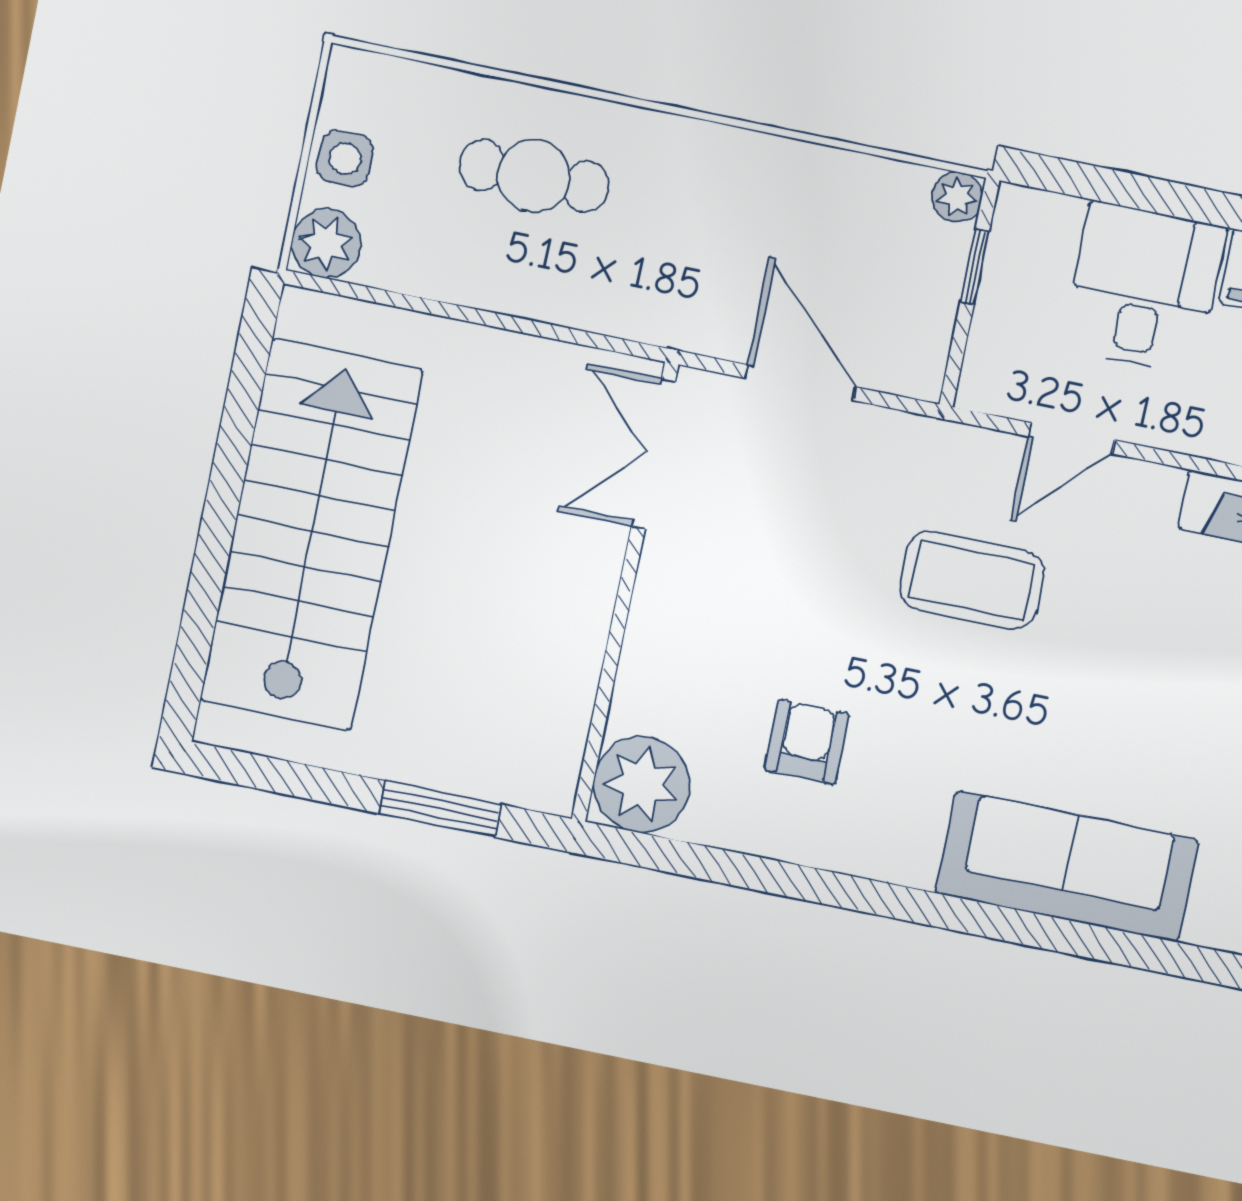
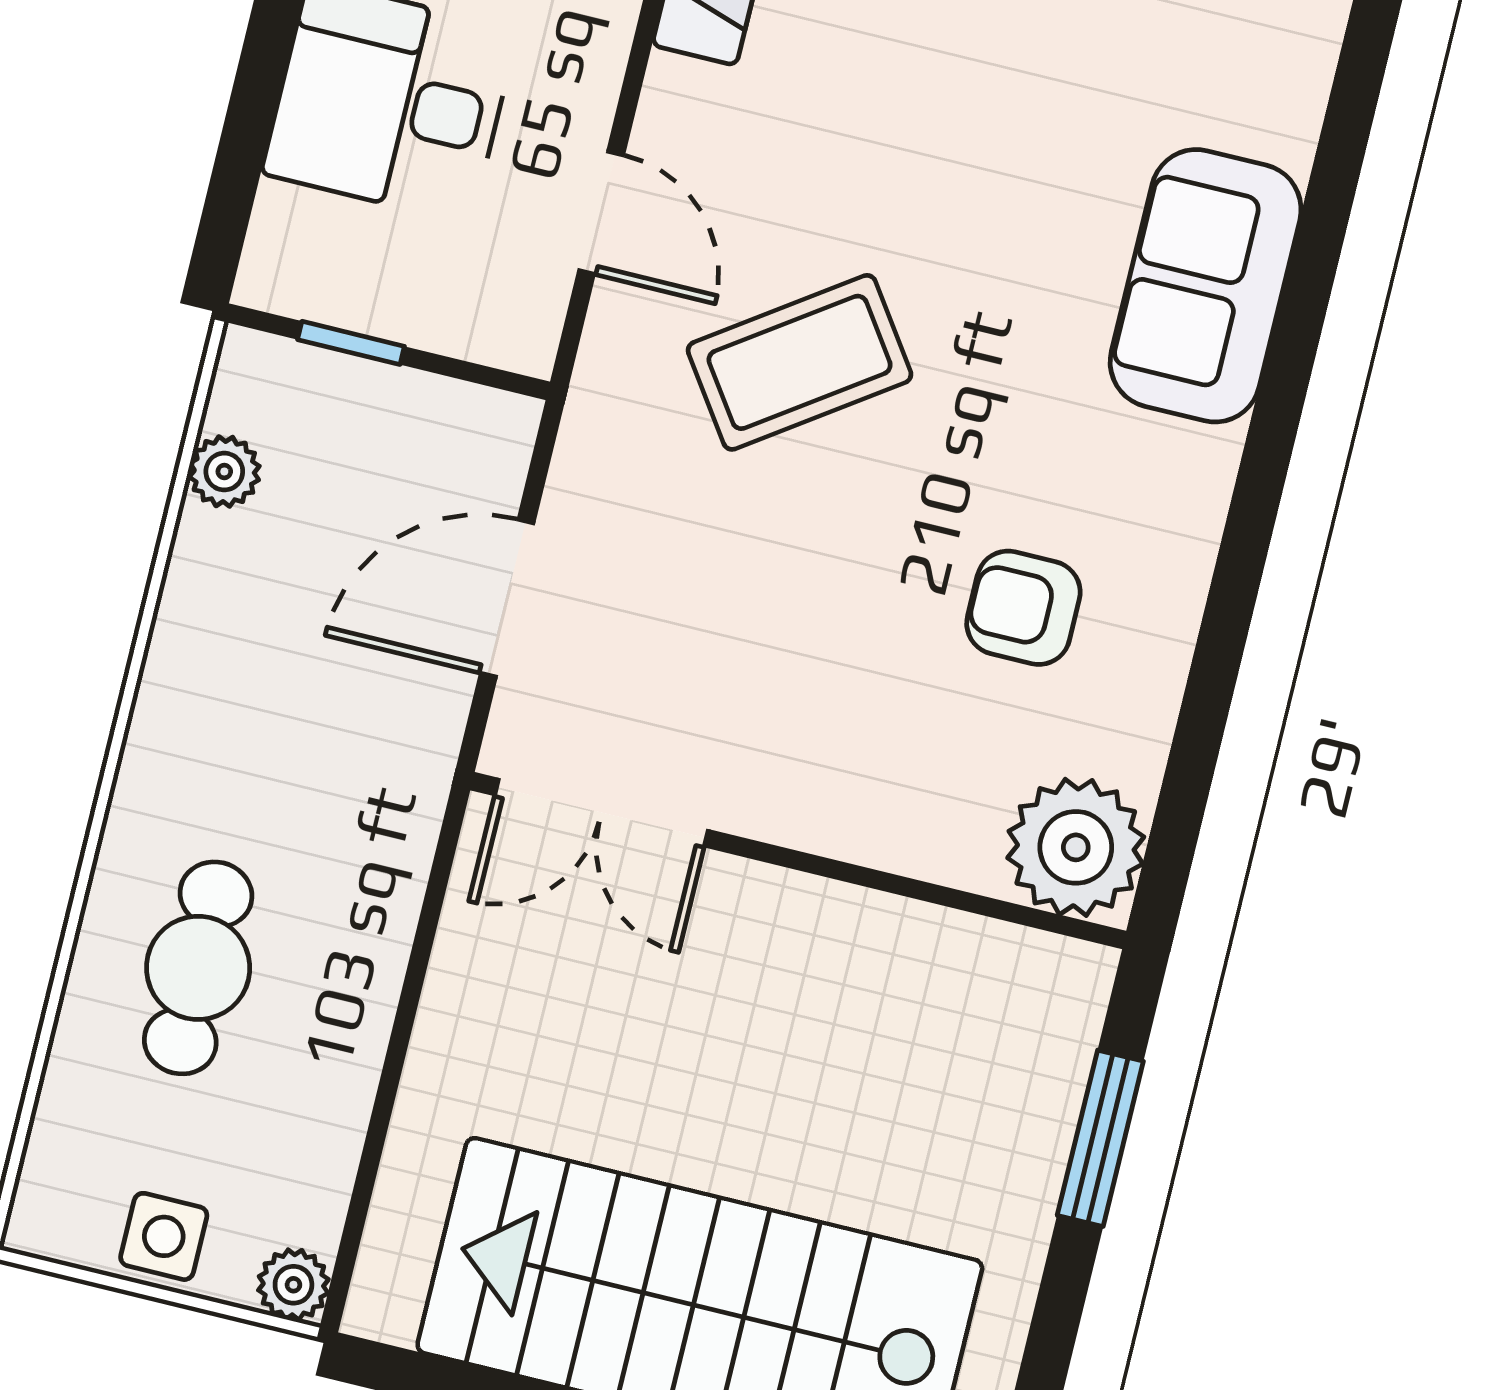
plant: (957, 197) -> (224, 472), moved
plant: (326, 243) -> (293, 1285), width x0.73, depth x0.73
coffee table: (972, 580) -> (800, 362), turned 55
sofa: (1067, 866) -> (1206, 286), width x0.73

